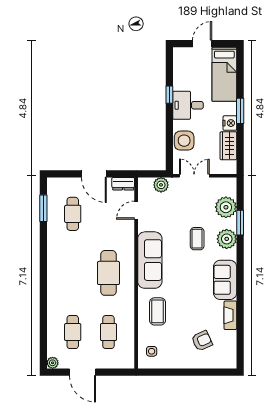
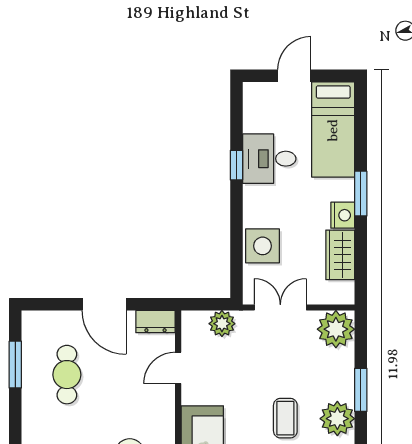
desk: (188, 105) -> (269, 159), moved
plant: (226, 207) -> (336, 329), moved

